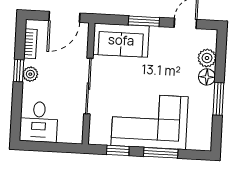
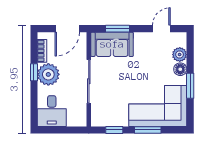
window: (144, 21) -> (117, 29), moved
plant: (30, 74) -> (48, 74), width x1.87, depth x1.87
corner sofa: (150, 121) -> (158, 106), moved

